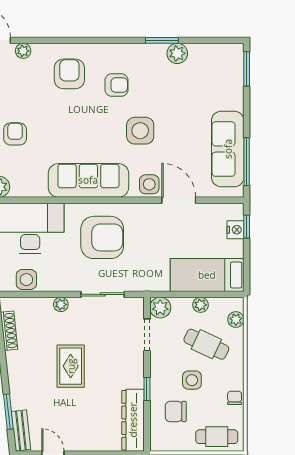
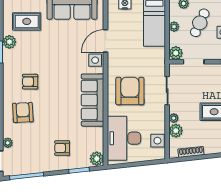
armchair: (69, 74) -> (23, 112), turned 87
rug: (209, 80) -> (27, 21), added
armchair: (117, 85) -> (30, 82), turned -90
side table: (140, 131) -> (60, 66), removed
plant: (42, 308) -> (176, 131), added

